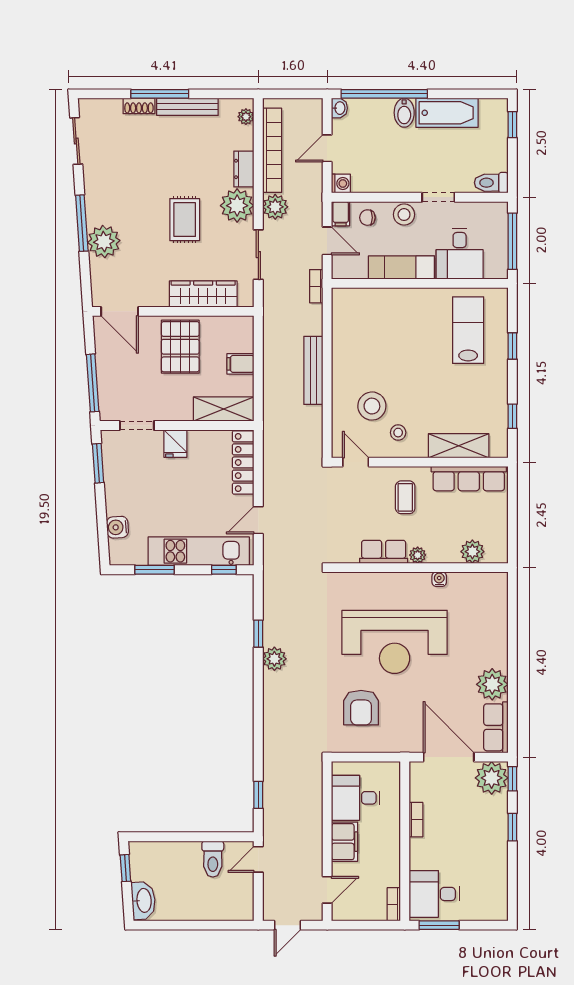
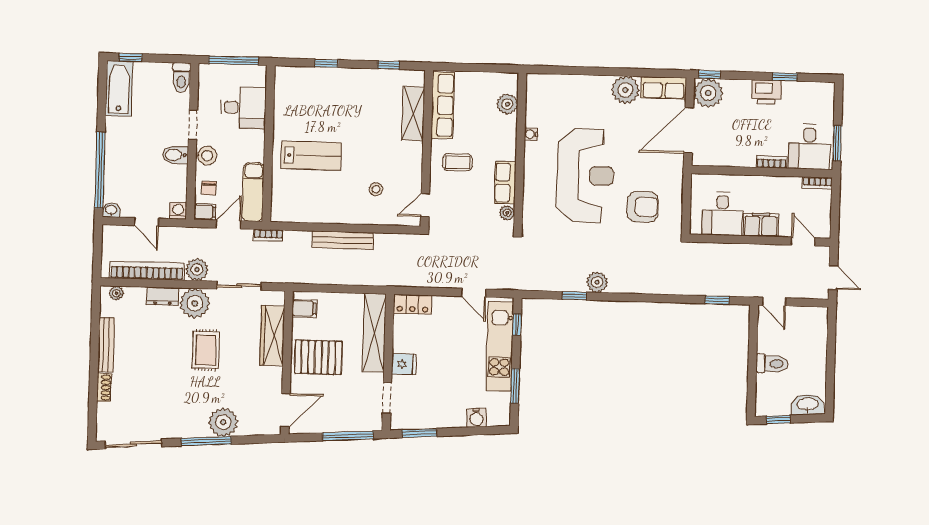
window: (160, 94) -> (94, 369), removed
bidet: (404, 113) -> (175, 155), moved, turned 180
bathtub: (447, 113) -> (119, 88), moved
sliding door: (76, 141) -> (134, 444), width x1.37
rug: (185, 220) -> (206, 350), turned 90
exam couch: (401, 267) -> (253, 192), moved
lab bench: (468, 330) -> (311, 156), moved, turned 180
filing cabinet: (240, 364) -> (304, 308), moved, turned -90
stool: (372, 406) -> (376, 189), width x0.53, depth x0.53
shelving: (224, 409) -> (374, 333), width x1.47
stool: (398, 433) -> (400, 167), removed
locker: (243, 462) -> (412, 304), width x0.66
plant: (418, 555) -> (507, 213), moved
bookcase: (416, 820) -> (772, 162), moved
window: (512, 827) -> (785, 77), moved
printer: (495, 844) -> (767, 92), added
toilet: (213, 859) -> (772, 364), moved

